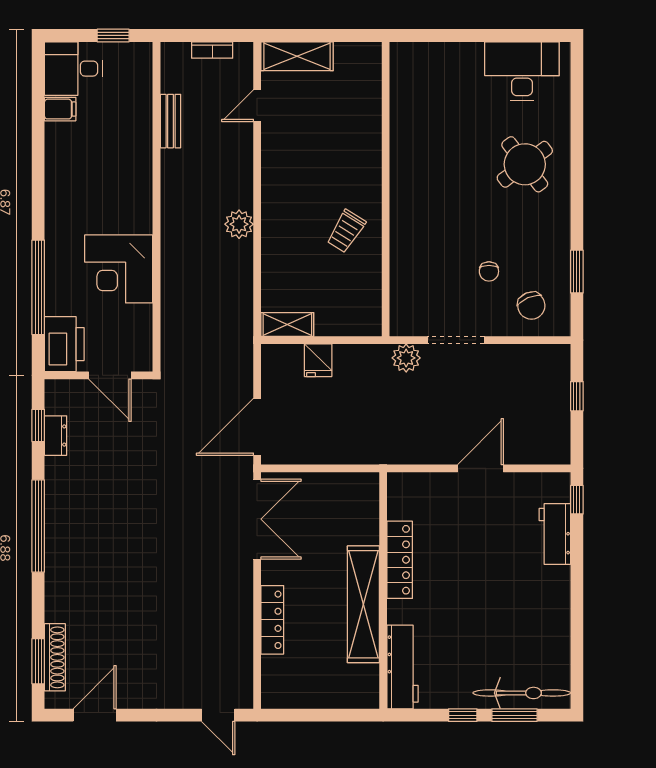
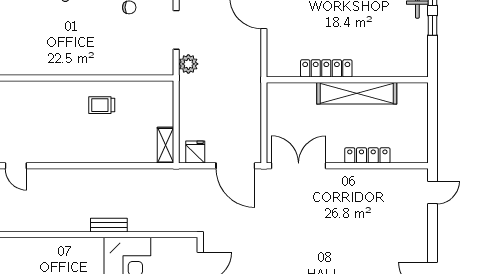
bench: (171, 121) -> (109, 225), moved
plant: (239, 224) -> (97, 178), removed
trolley: (346, 231) -> (102, 105), turned 148
fridge: (318, 360) -> (195, 152), moved, turned -90
workbench: (403, 667) -> (400, 66), removed

